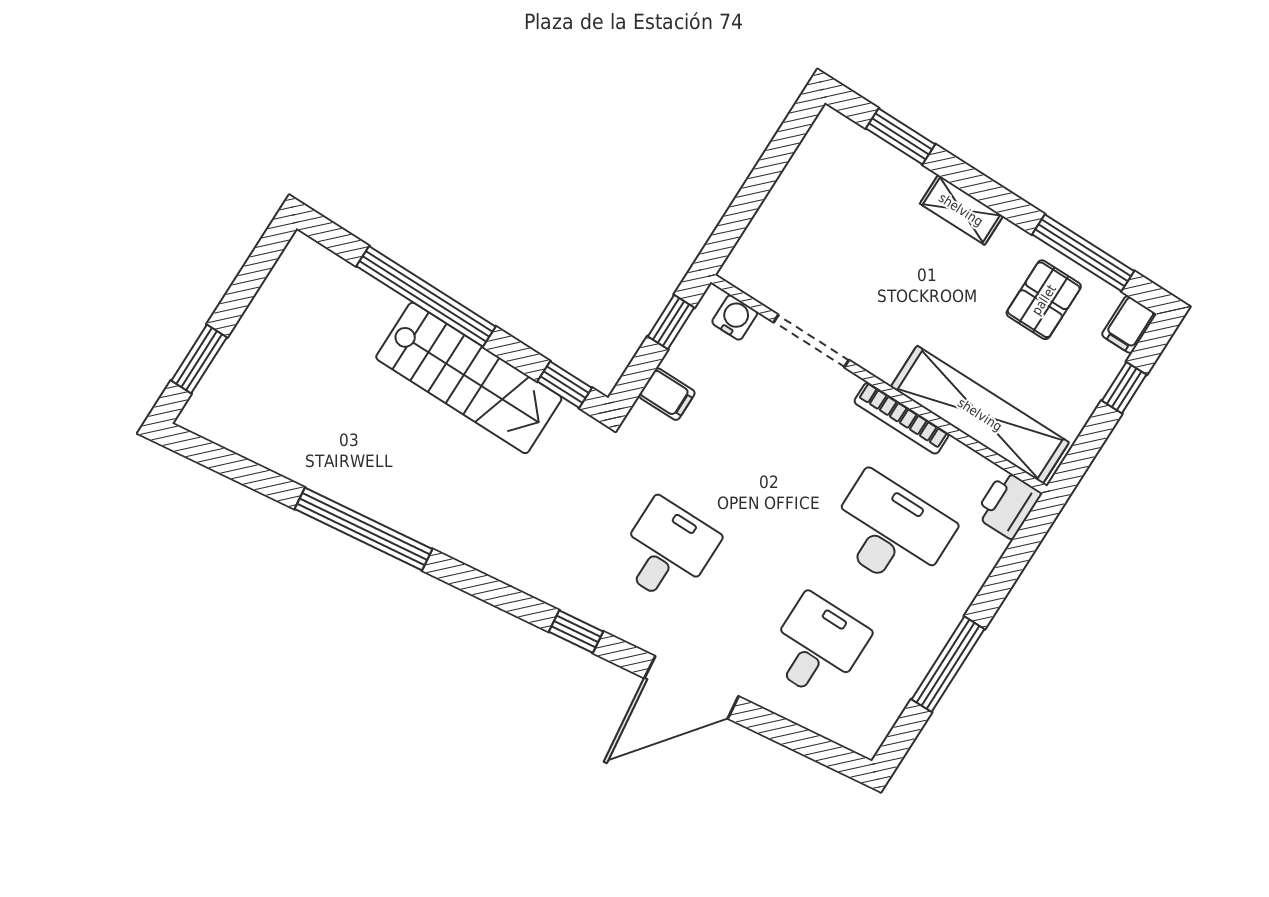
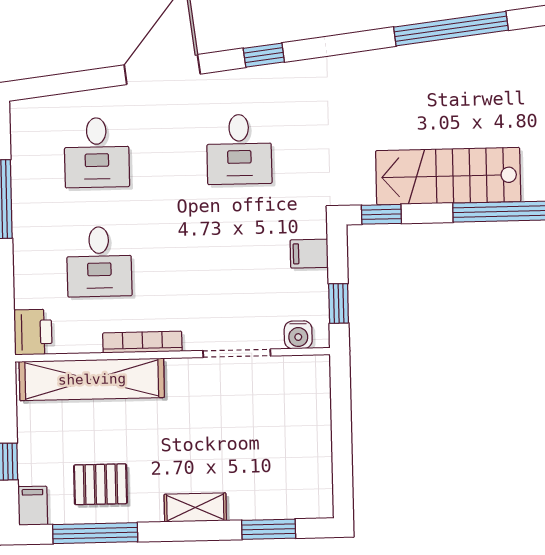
pallet: (1044, 300) -> (100, 484), turned 90
desk: (890, 532) -> (99, 262), width x0.73

